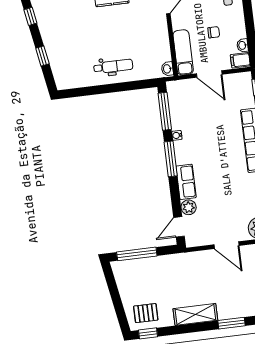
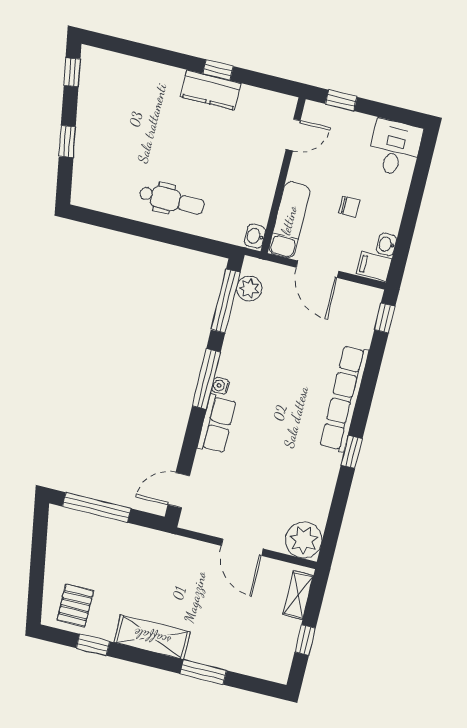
water cooler: (177, 135) -> (220, 386), moved
plant: (189, 207) -> (249, 288), moved
pallet: (146, 313) -> (75, 605), turned 90
window: (148, 333) -> (93, 645), moved

